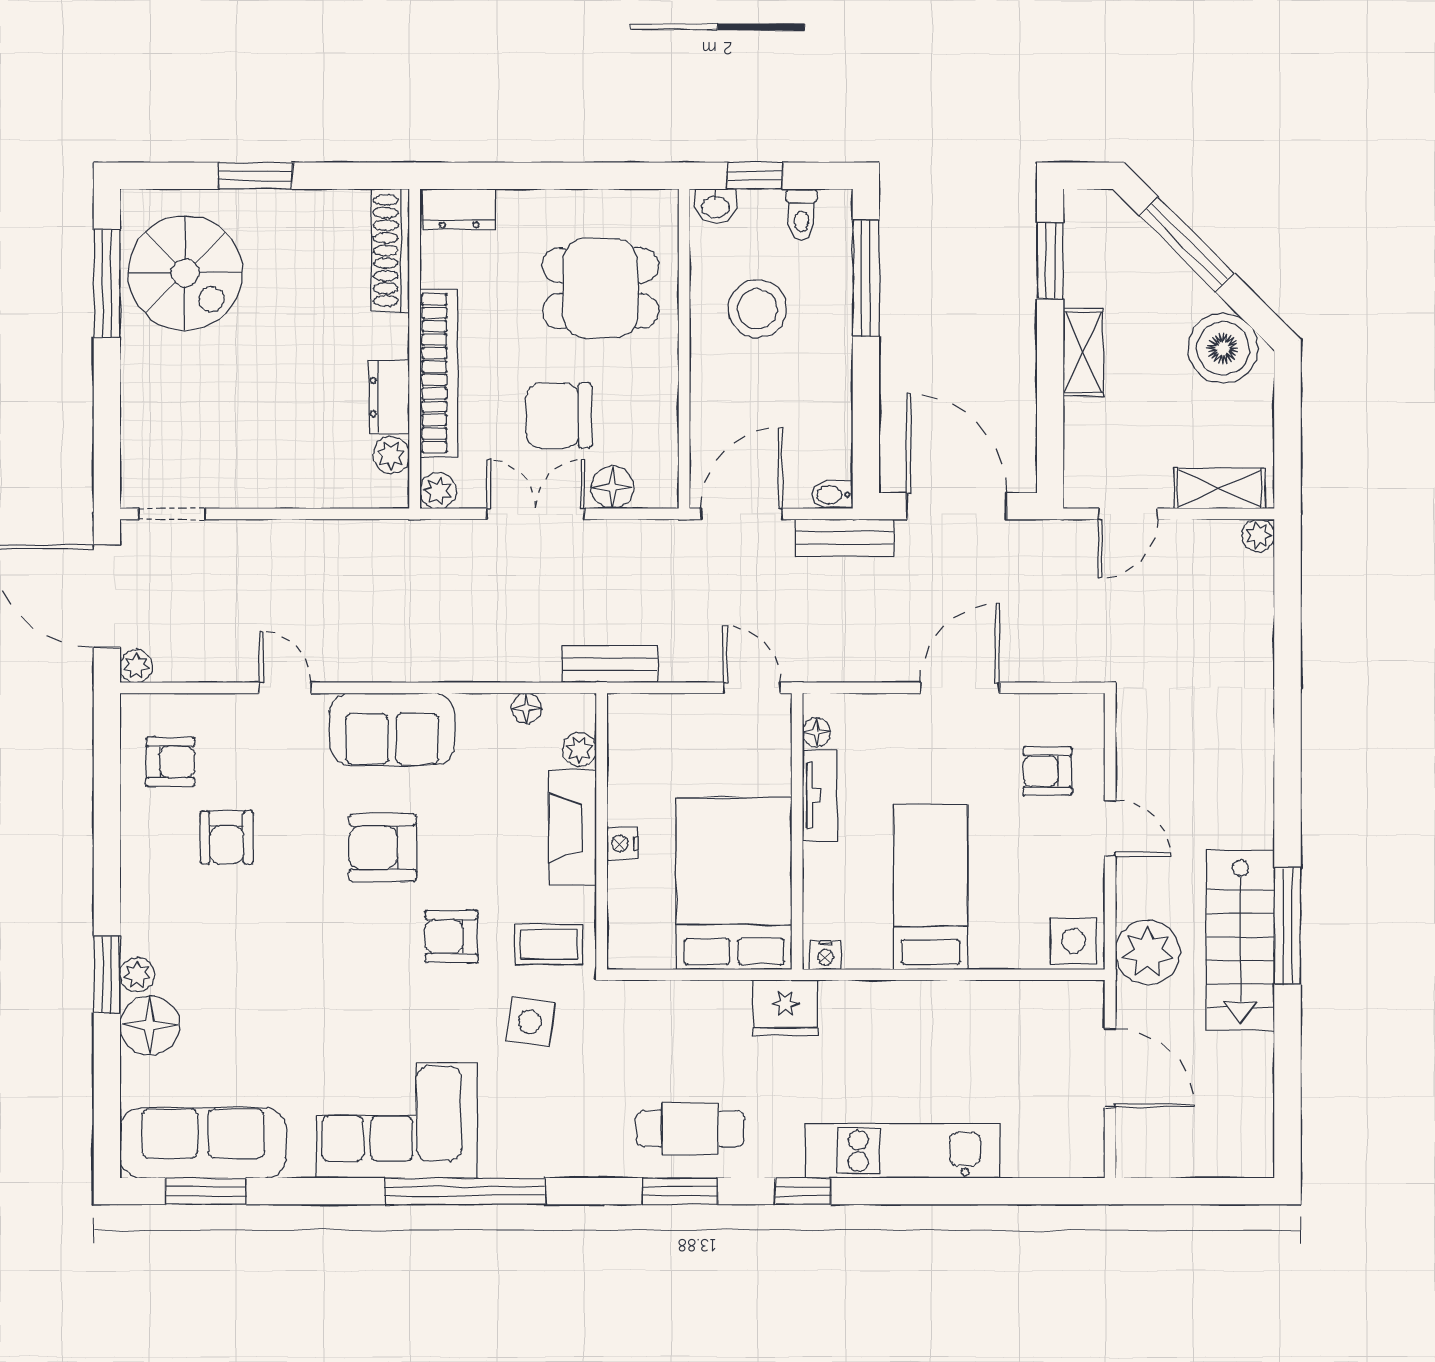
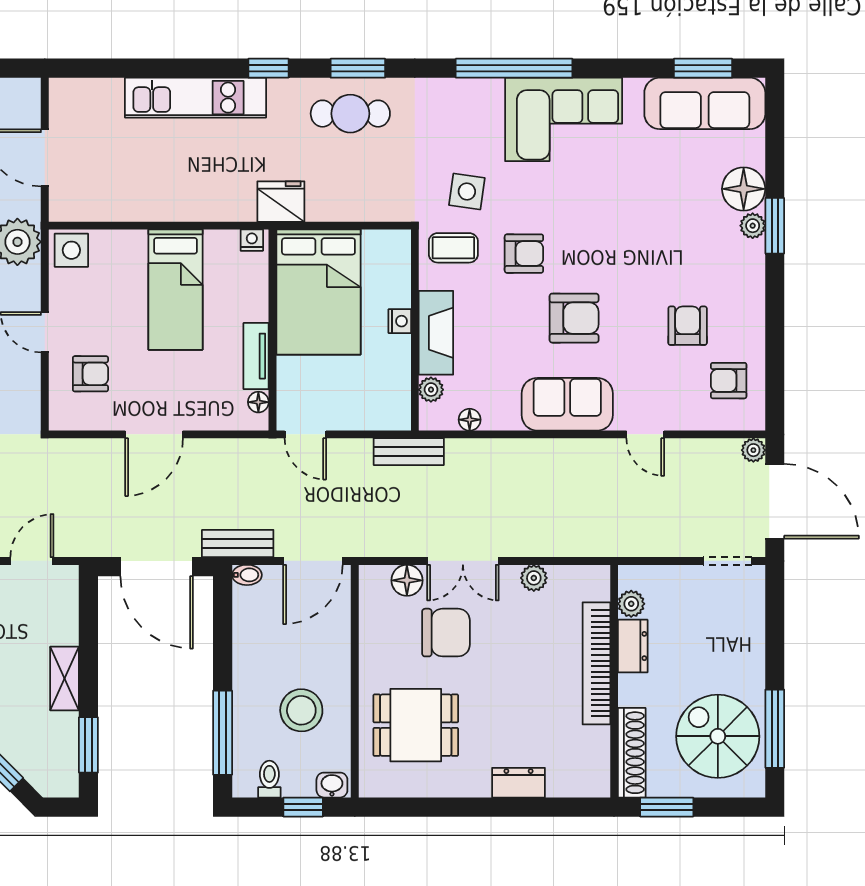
shoe rack: (390, 250) -> (632, 753), moved
wall: (415, 349) -> (614, 681), moved
bookcase: (439, 373) -> (596, 663), moved
dresser: (389, 397) -> (633, 646), moved
plant: (391, 455) -> (631, 604), moved

